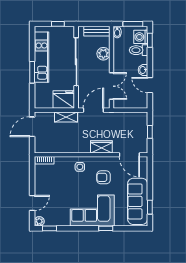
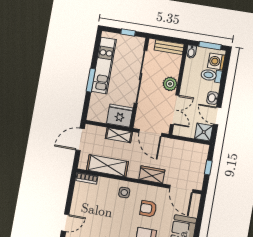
window: (150, 40) -> (226, 67), removed
plant: (103, 54) -> (170, 84), moved
shower: (140, 101) -> (204, 132), added
door: (93, 110) -> (150, 133), swing flipped
shelving: (61, 146) -> (107, 166), added

